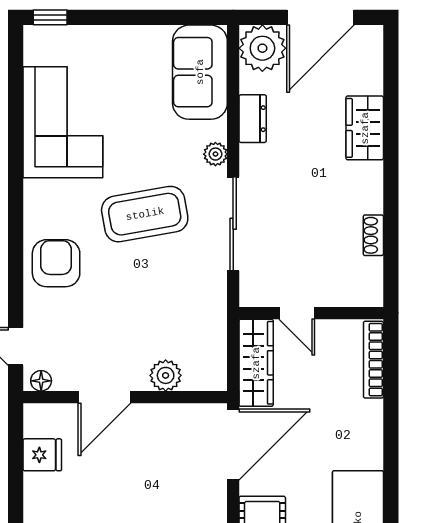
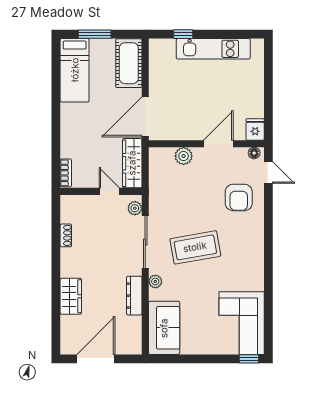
plant: (262, 48) -> (135, 208), moved, width x0.53, depth x0.53
dresser: (253, 119) -> (134, 296), width x1.44
corner sofa: (63, 122) -> (242, 323), moved
armchair: (56, 263) -> (239, 197), moved
bookcase: (373, 360) -> (66, 173), width x0.64
fridge: (42, 455) -> (255, 130), moved, turned 90

